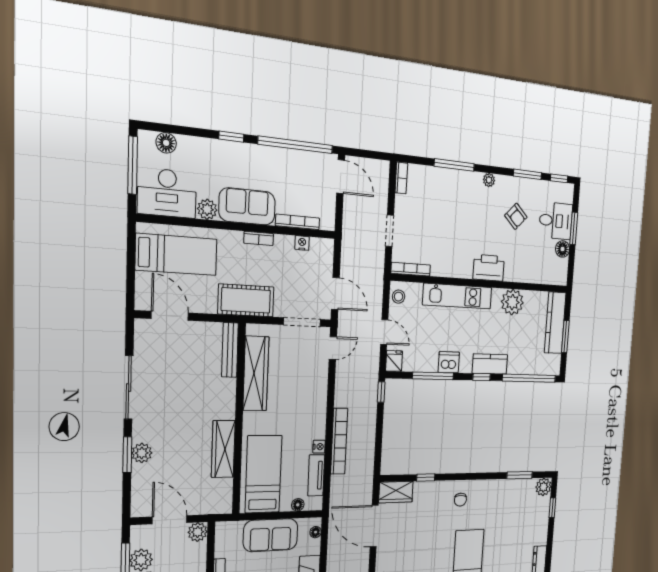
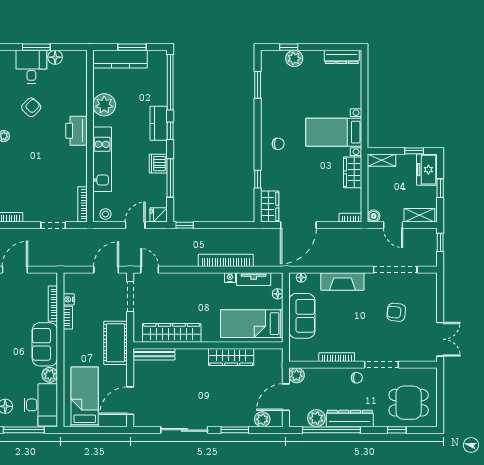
bookcase: (259, 238) -> (68, 318), moved
plant: (142, 453) -> (262, 419), moved
plant: (543, 487) -> (294, 58), moved

